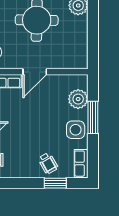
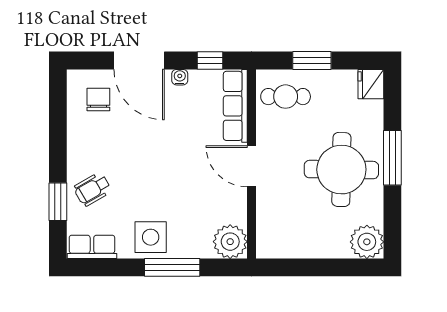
plant: (78, 99) -> (230, 242), moved

